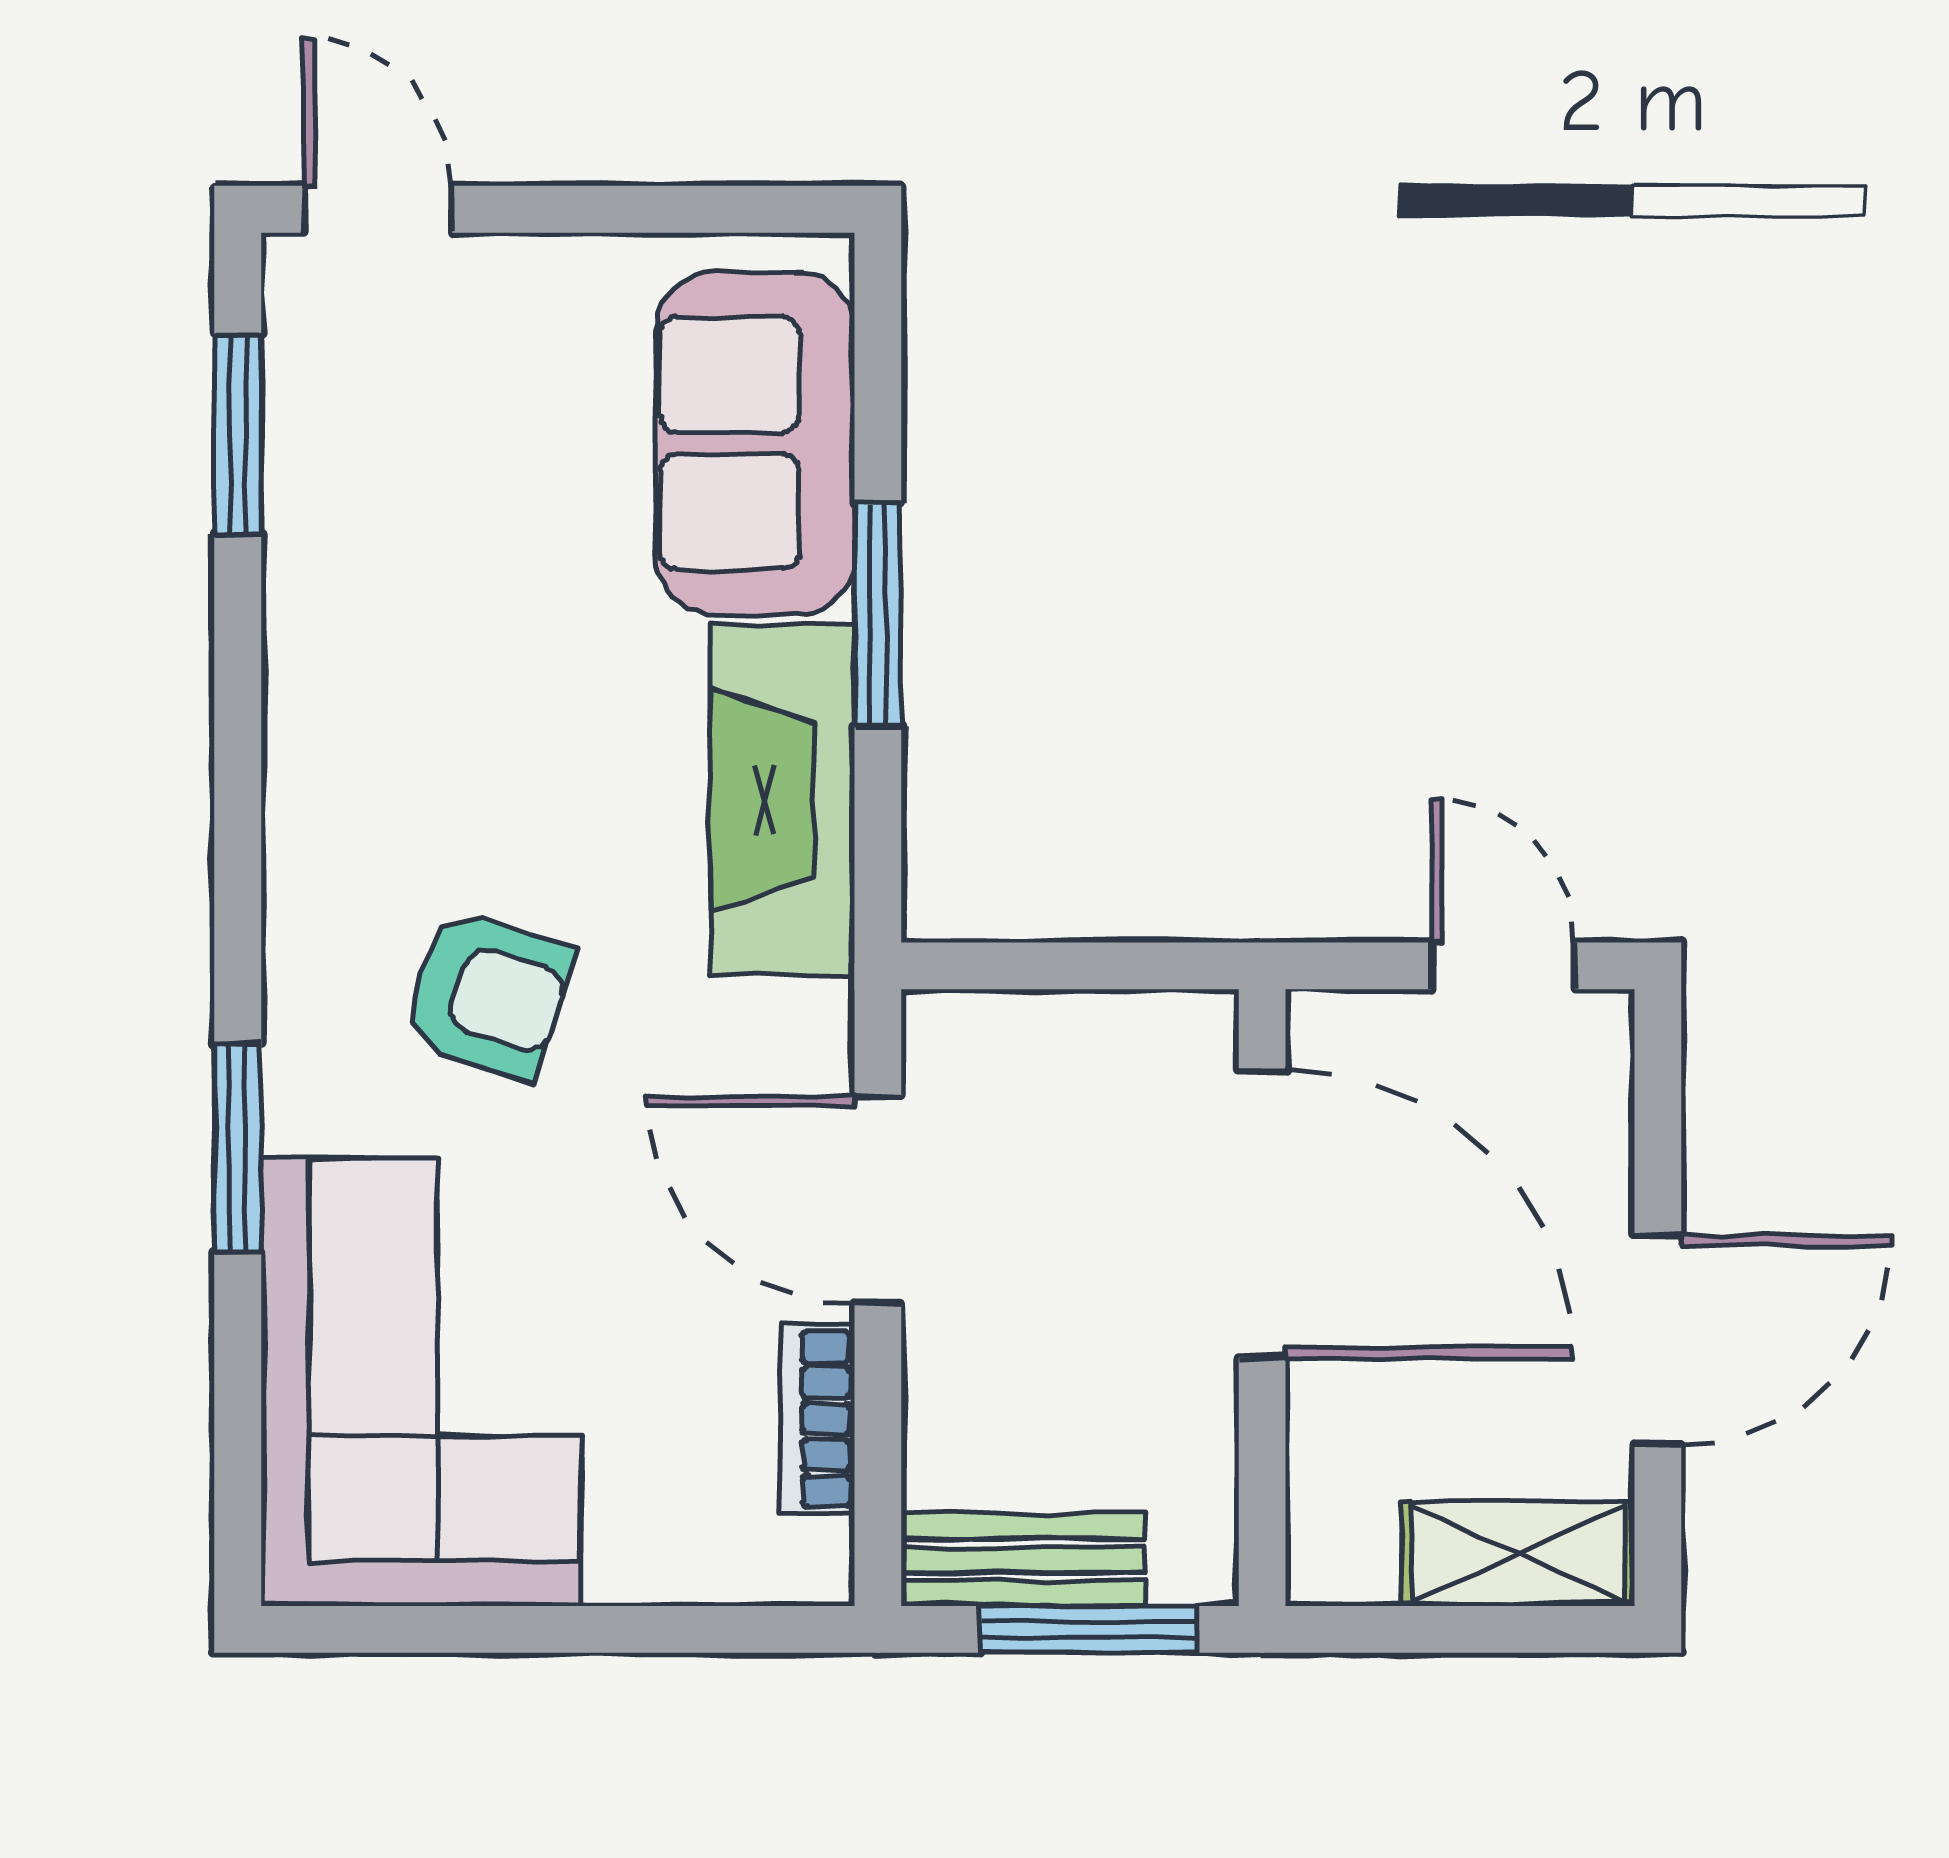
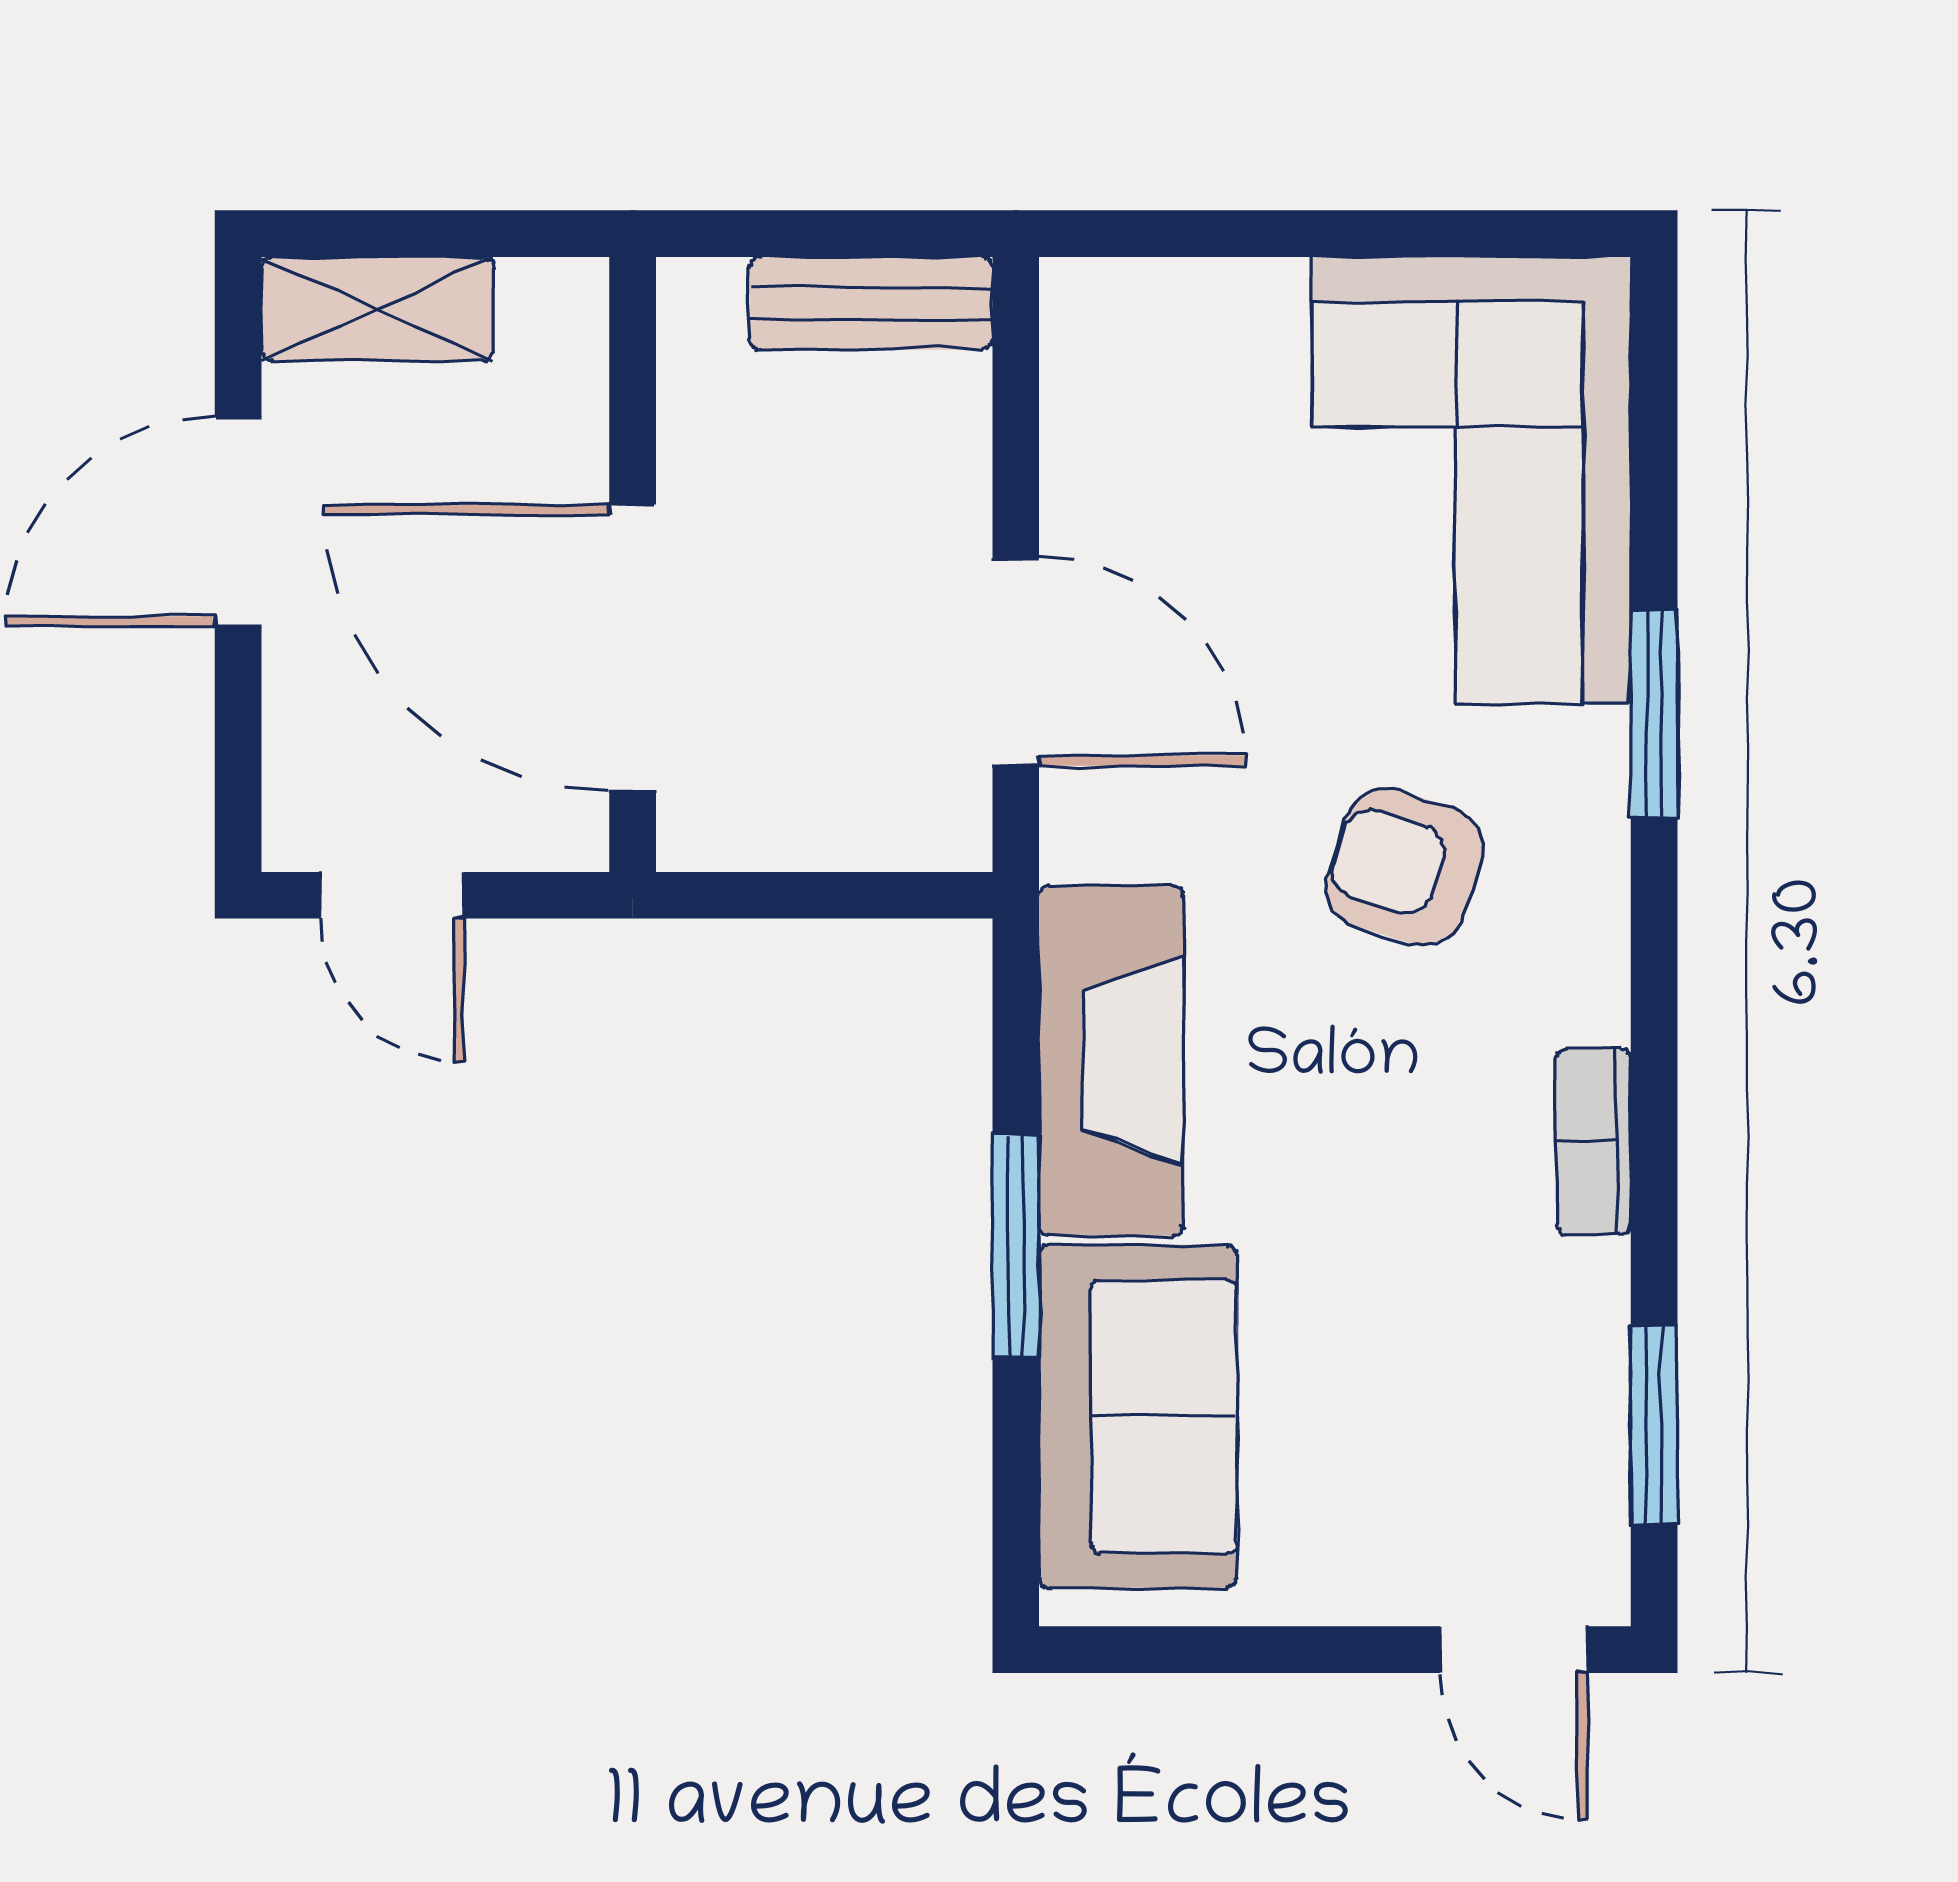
bookcase: (817, 1419) -> (1594, 1142), moved, turned 180
window: (1089, 1629) -> (806, 234), removed

